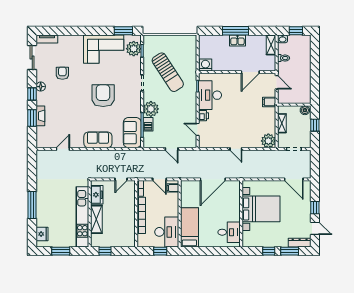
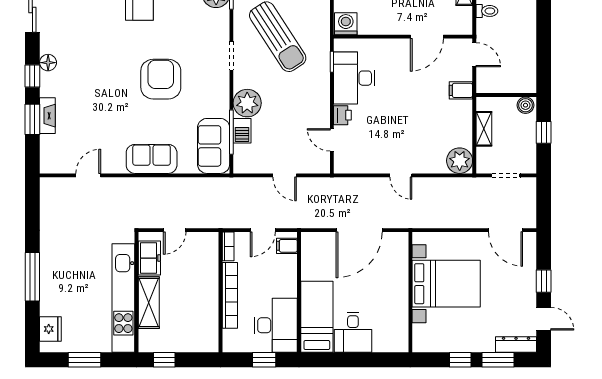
armchair: (62, 73) -> (87, 38), removed
door: (121, 179) -> (175, 230), moved
door: (159, 179) -> (263, 230), hinge flipped
desk: (229, 232) -> (353, 332), moved, turned 90

